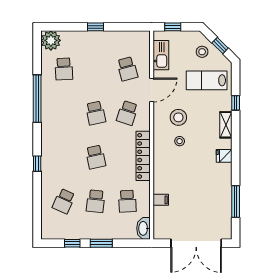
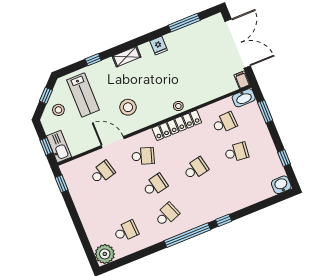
window: (96, 27) -> (62, 184), moved
kitchen sink: (161, 55) -> (59, 147), moved, turned 90
window: (37, 99) -> (187, 235), moved
shelving: (226, 125) -> (127, 57), moved
stool: (180, 141) -> (178, 106), moved
fridge: (224, 156) -> (159, 46), moved
filing cabinet: (161, 200) -> (242, 80), moved
school desk: (64, 201) -> (167, 215), moved, turned -45
washbasin: (48, 230) -> (281, 185), added
window: (101, 243) -> (265, 112), moved

